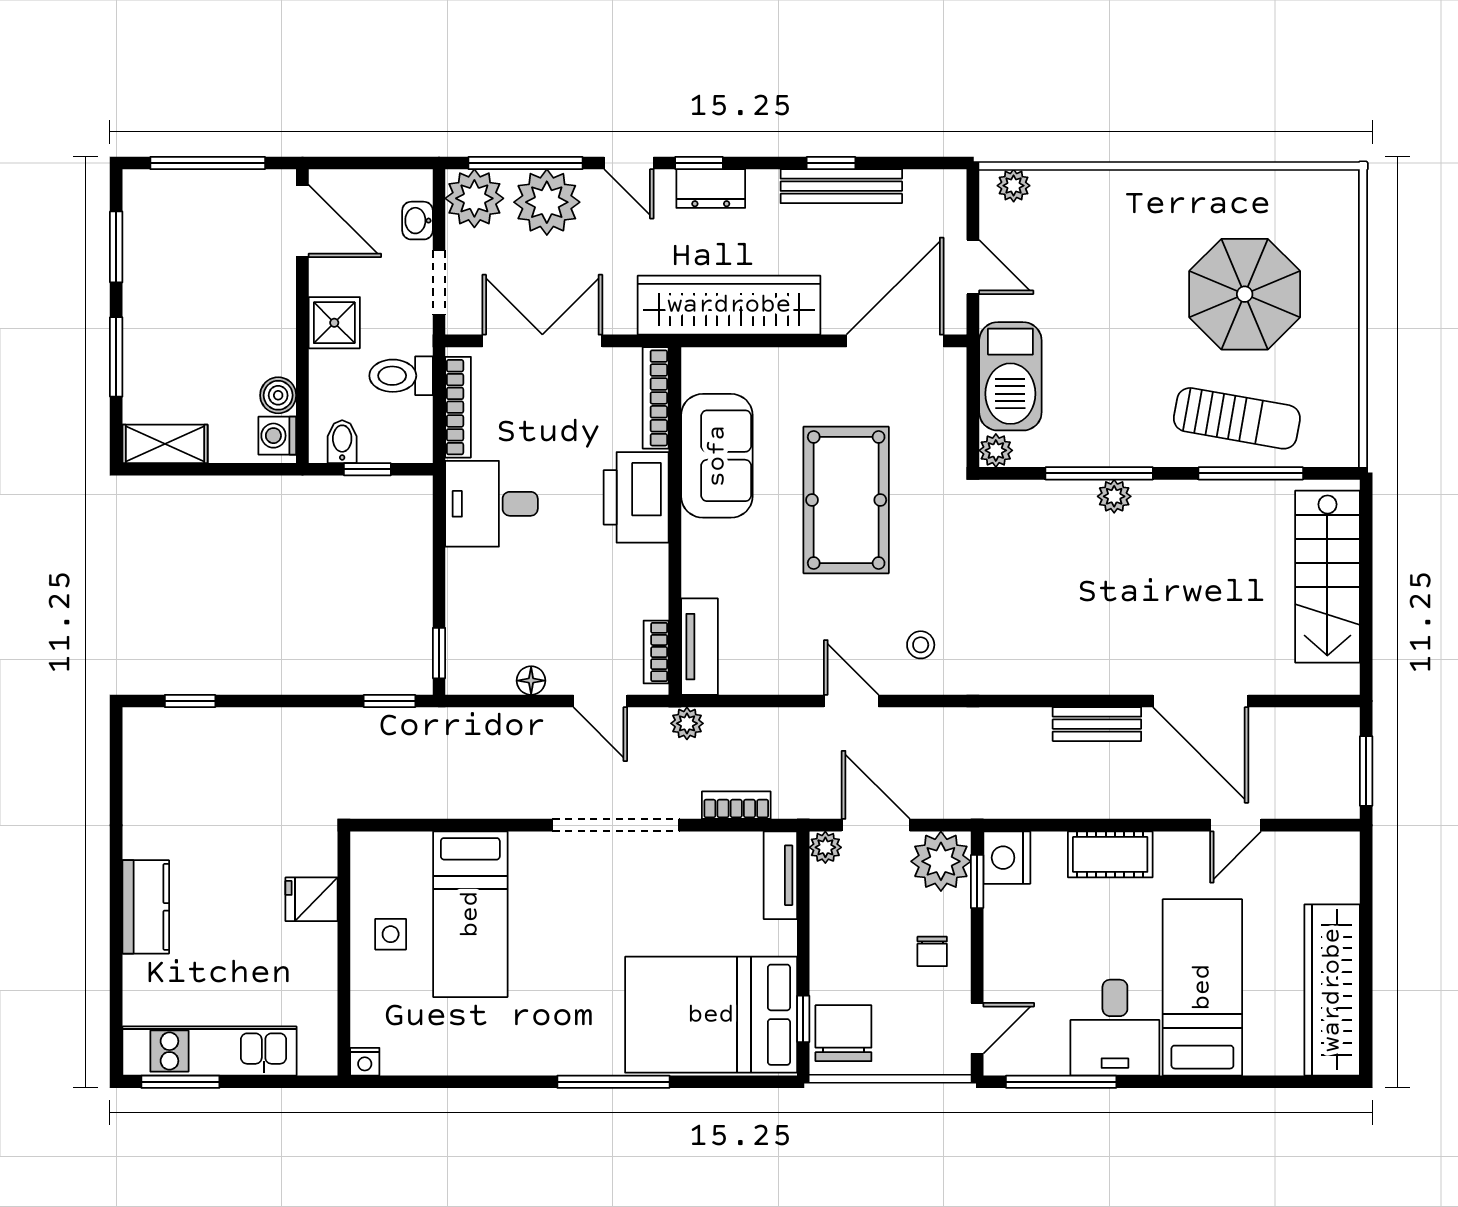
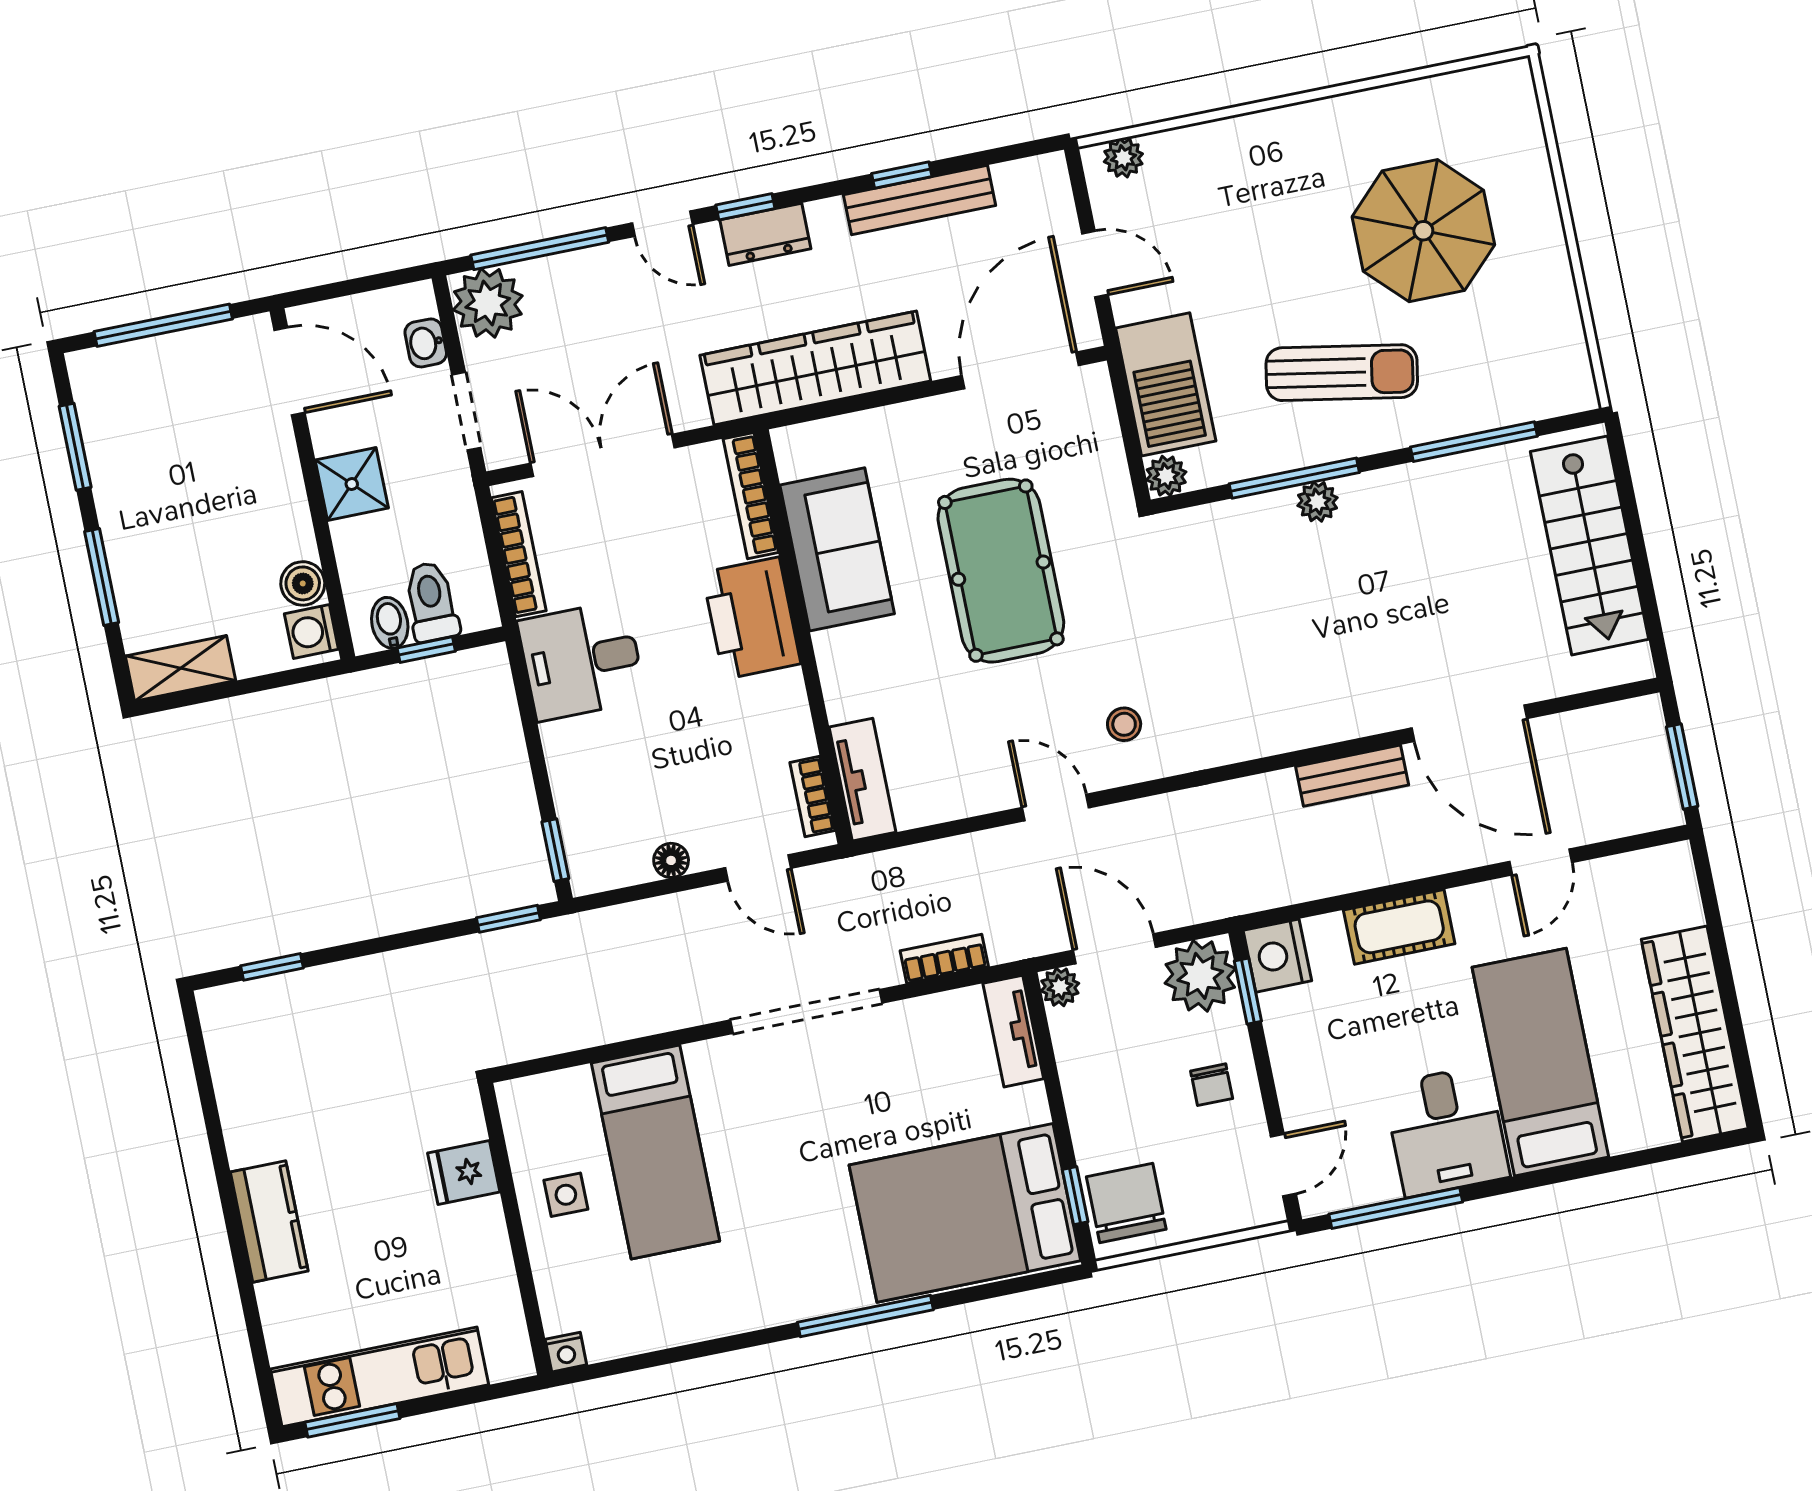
plant: (547, 202) -> (574, 290), removed
toilet: (401, 376) -> (431, 602), moved, turned 90
sun lounger: (1237, 418) -> (1342, 373), moved
plant: (687, 723) -> (866, 874), removed

